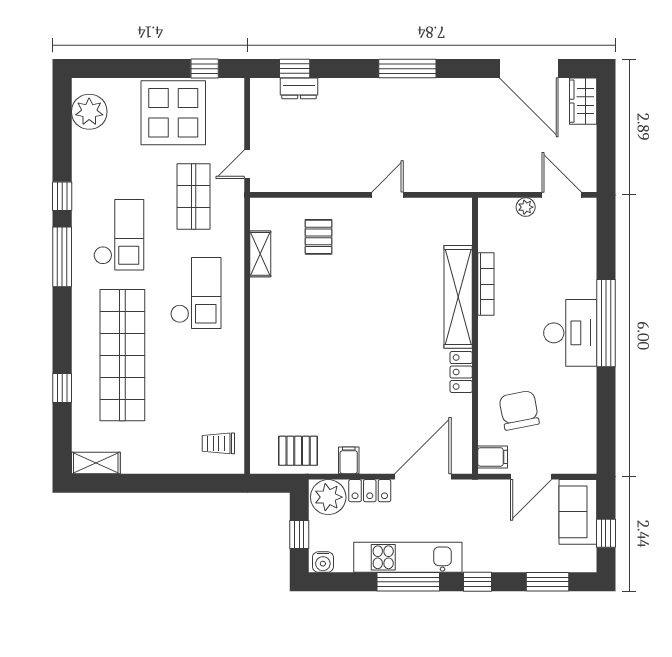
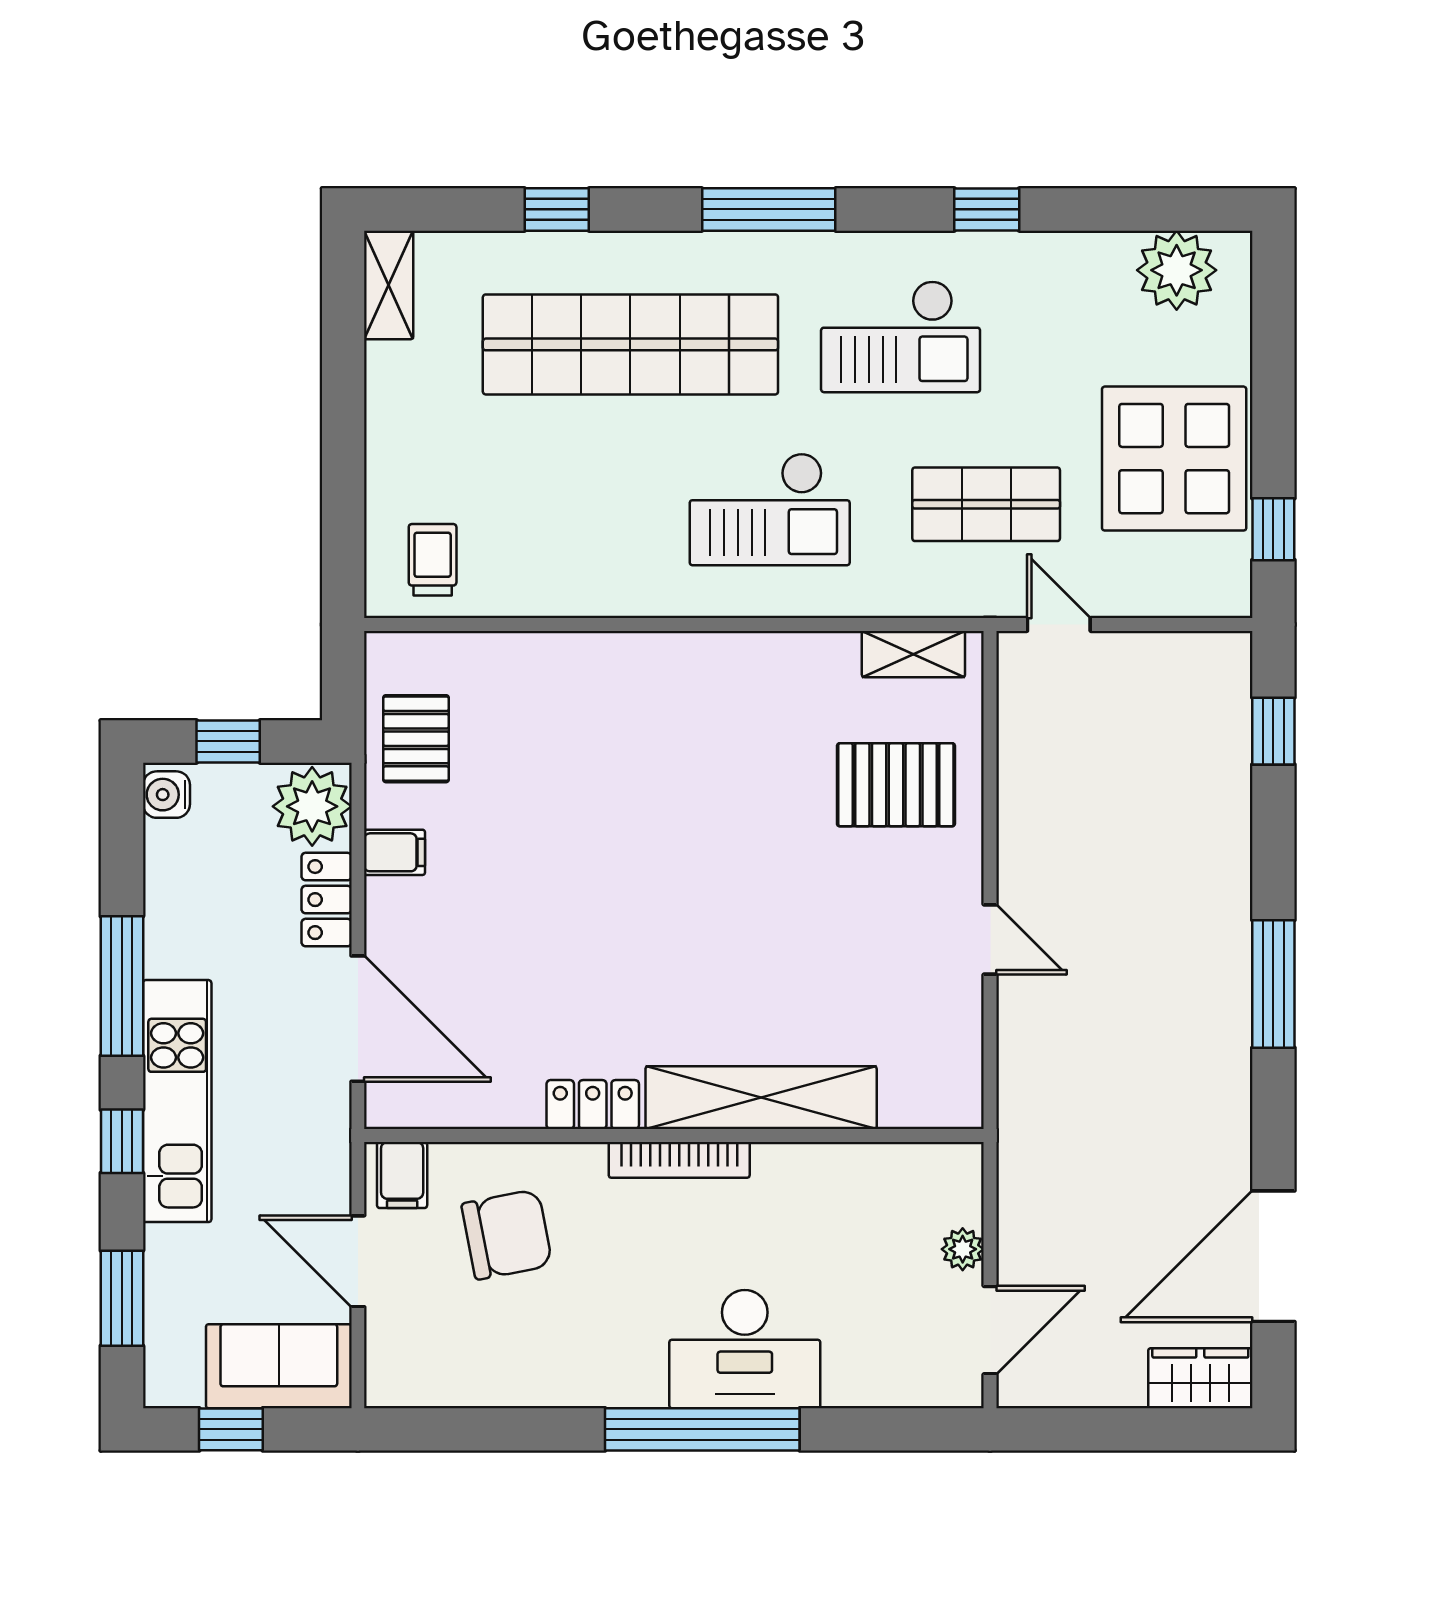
dresser: (299, 88) -> (1229, 741), removed
pallet: (319, 237) -> (896, 785), width x1.50, depth x1.42
shelving: (260, 254) -> (913, 654), moved
window: (62, 257) -> (769, 209), moved
bookcase: (486, 284) -> (679, 1160), moved
desk: (570, 333) -> (745, 1349), moved
kitchen unit: (408, 557) -> (177, 1101), moved

